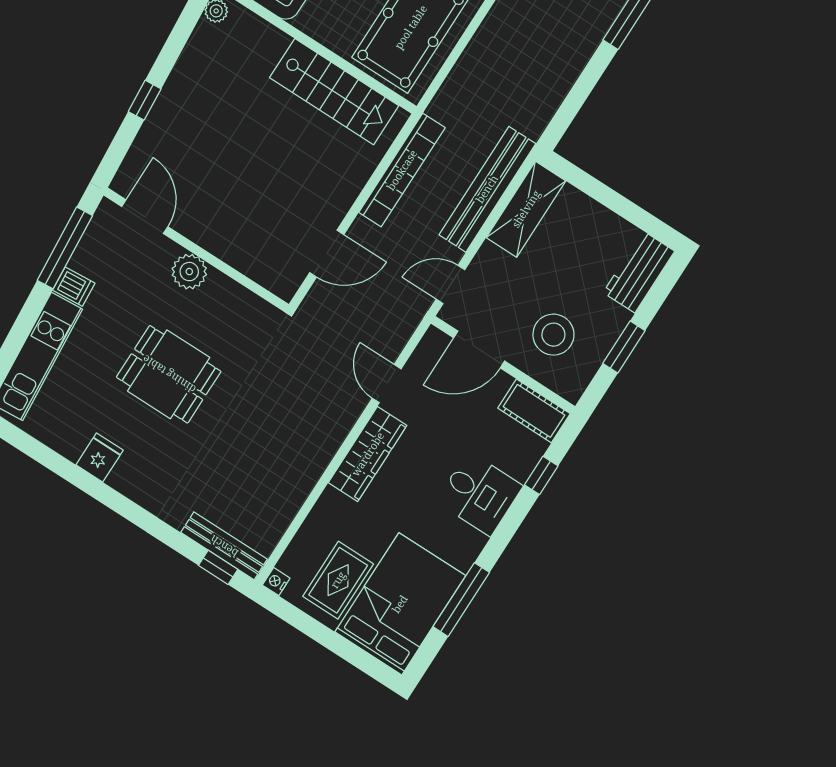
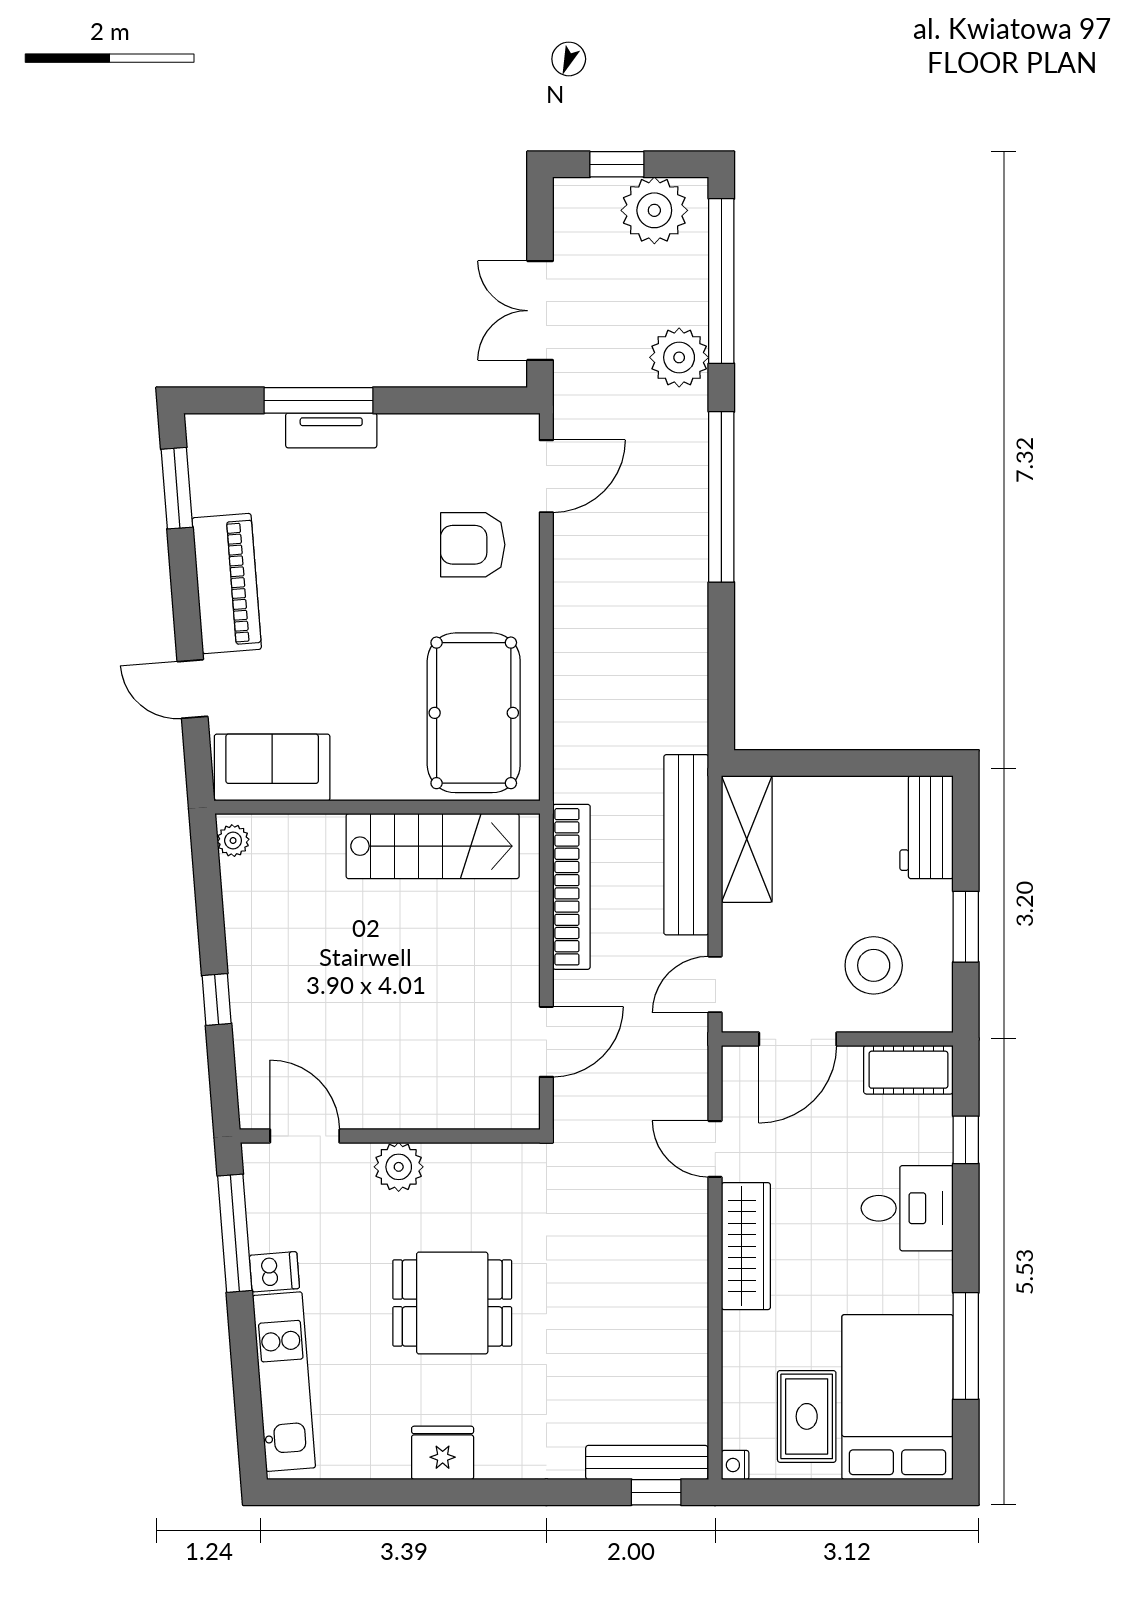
fridge: (100, 457) -> (443, 1453), width x1.38

